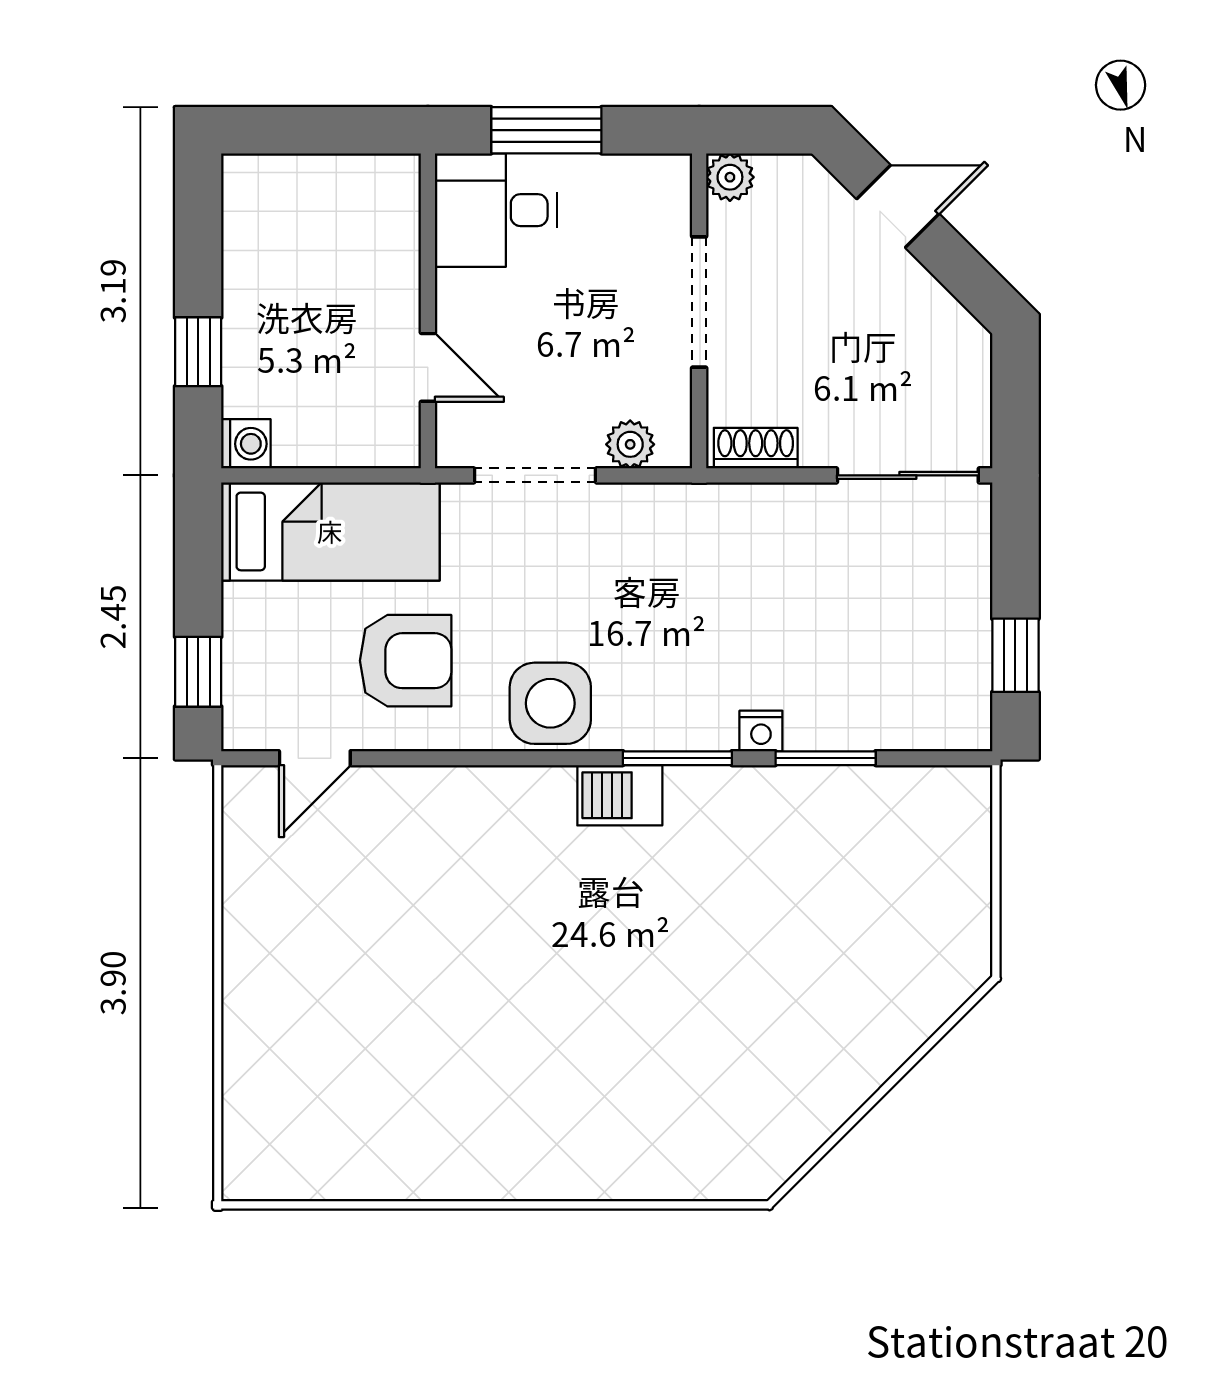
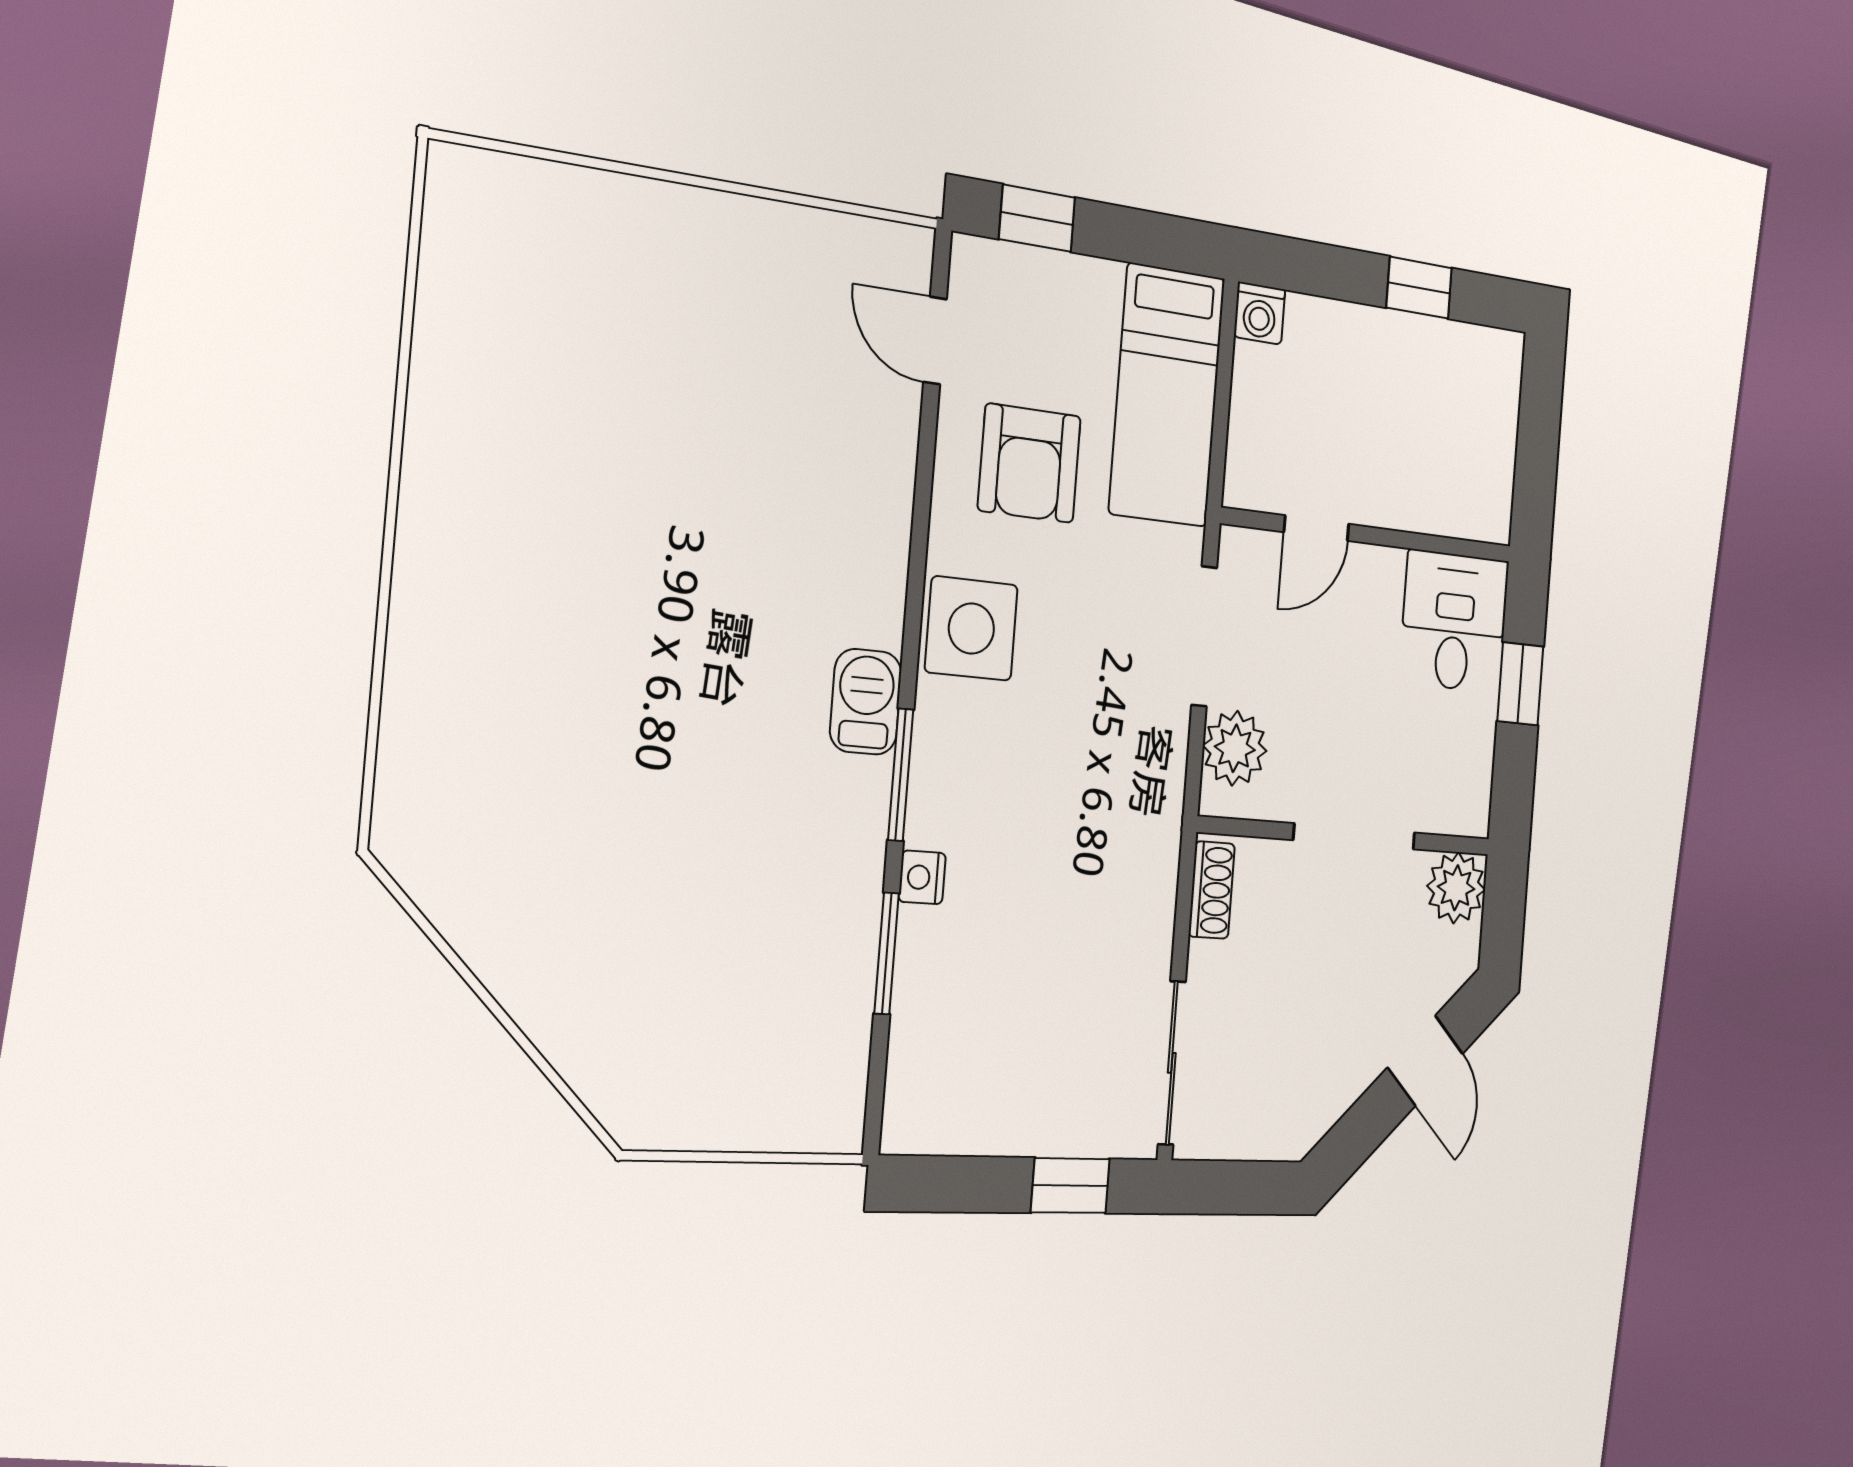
window: (546, 130) -> (1520, 684), width x0.67
plant: (730, 177) -> (1456, 888), width x1.38, depth x1.38
window: (198, 352) -> (1419, 288), moved
plant: (630, 444) -> (1235, 748), width x1.38, depth x1.38
window: (1015, 655) -> (1070, 1186), moved

